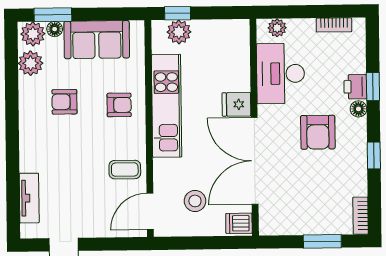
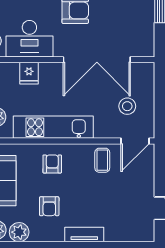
fridge: (236, 104) -> (29, 73), moved
tv unit: (29, 198) -> (84, 234), moved
door: (150, 211) -> (135, 141), hinge flipped
dishwasher: (239, 223) -> (145, 72), removed

